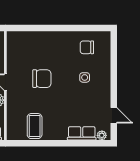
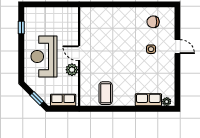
chair: (42, 79) -> (112, 50), removed
door: (114, 115) -> (177, 47), moved

